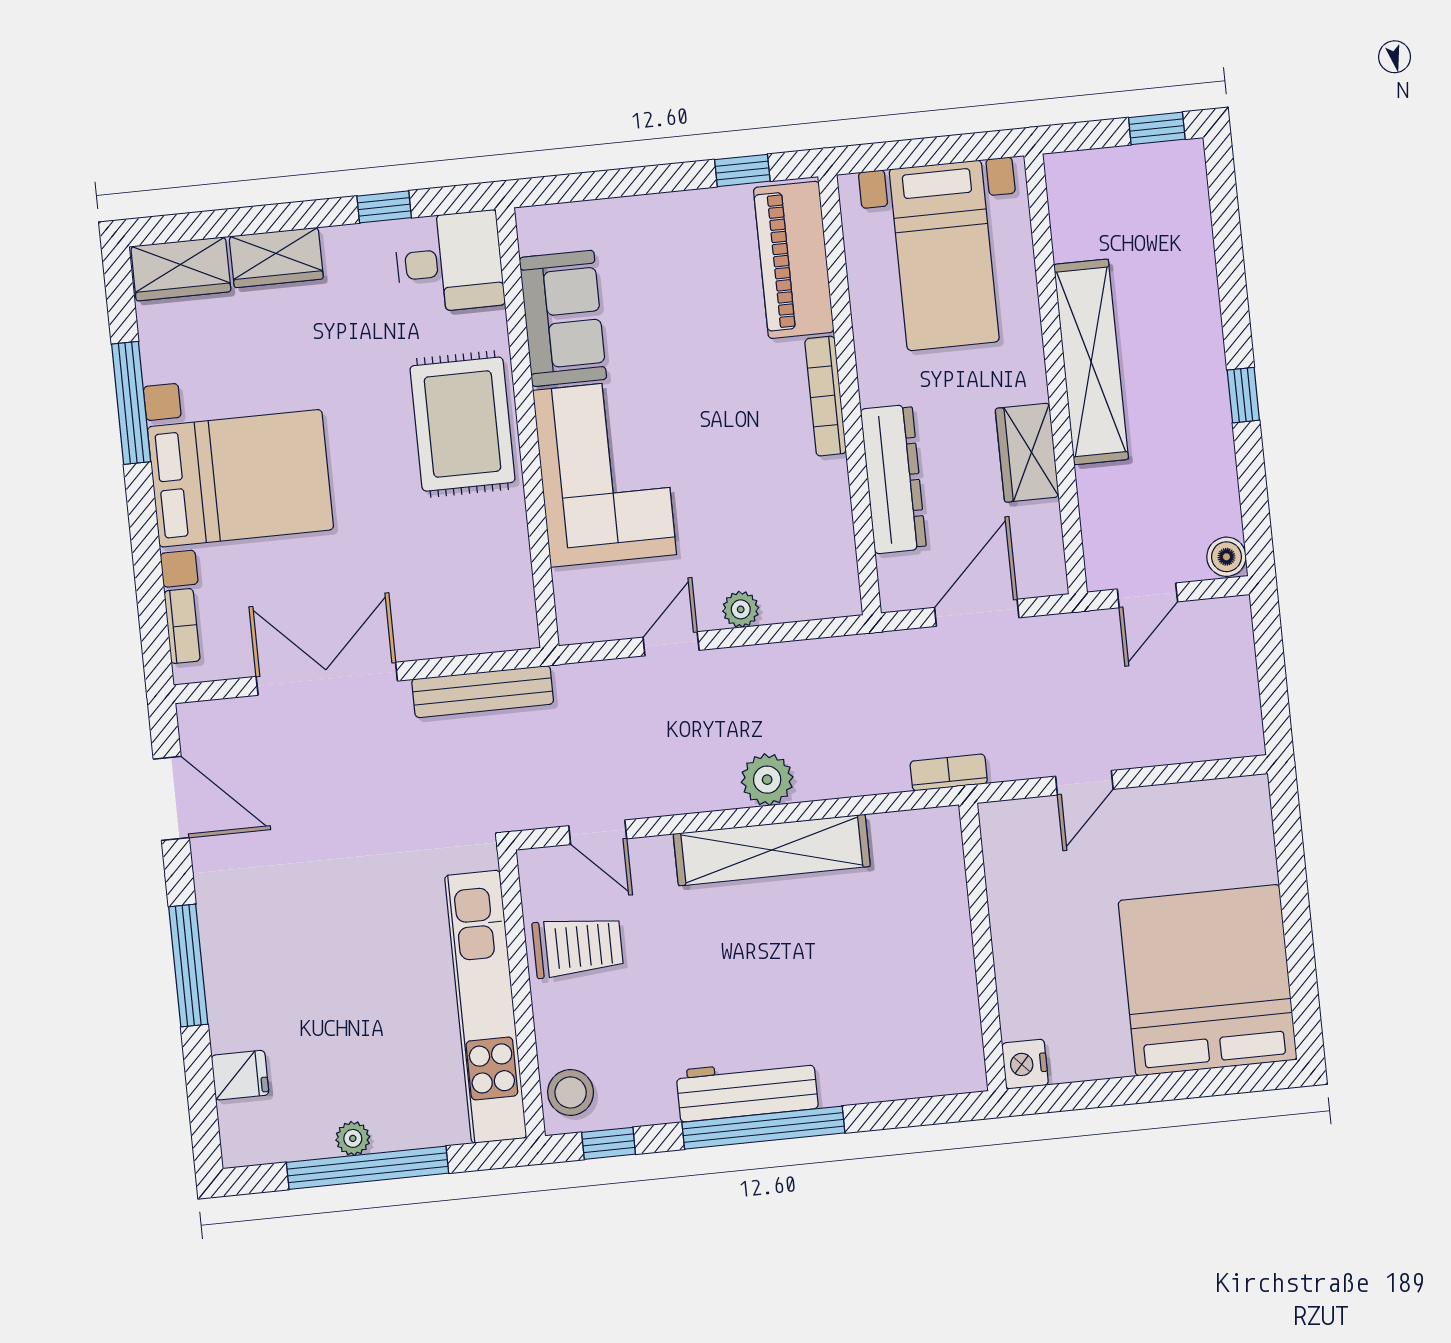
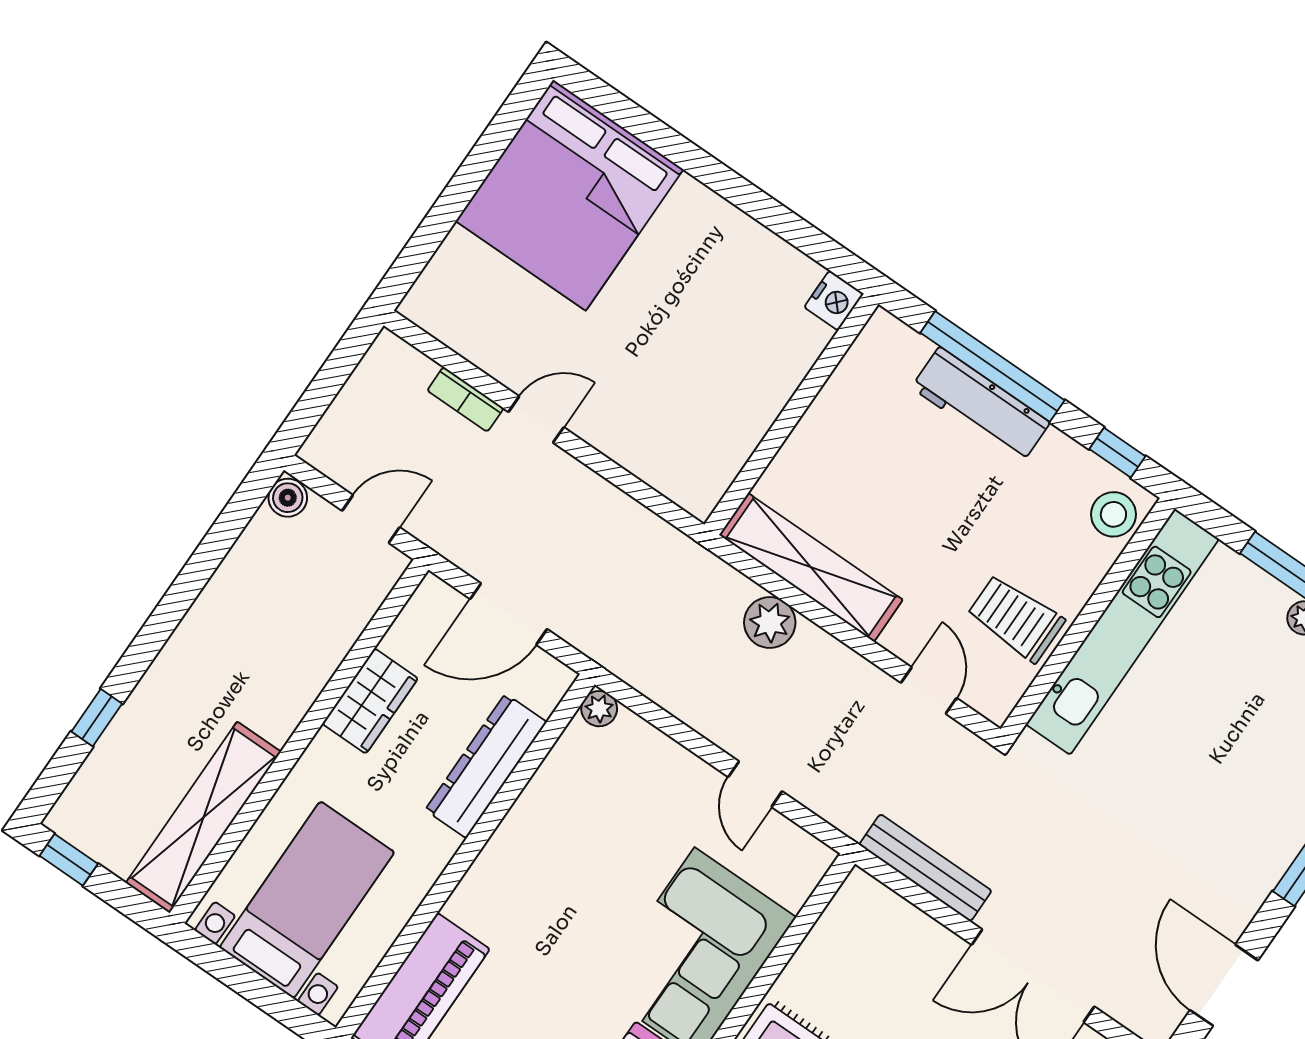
shelving: (1091, 362) -> (203, 817), moved
window: (1243, 395) -> (97, 718), moved
bookcase: (826, 396) -> (484, 870), removed
plant: (741, 609) -> (599, 709), moved
door: (671, 644) -> (755, 784), hinge flipped
bookcase: (949, 772) -> (465, 399), moved
wall: (983, 947) -> (791, 414), moved
nightstand: (1025, 1064) -> (834, 301), moved

